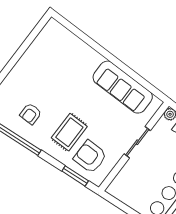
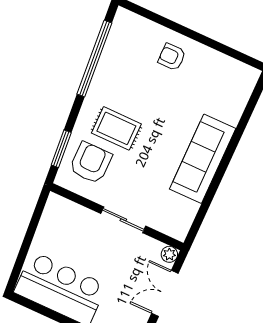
sofa: (123, 87) -> (203, 159), moved
armchair: (31, 114) -> (172, 57), moved

